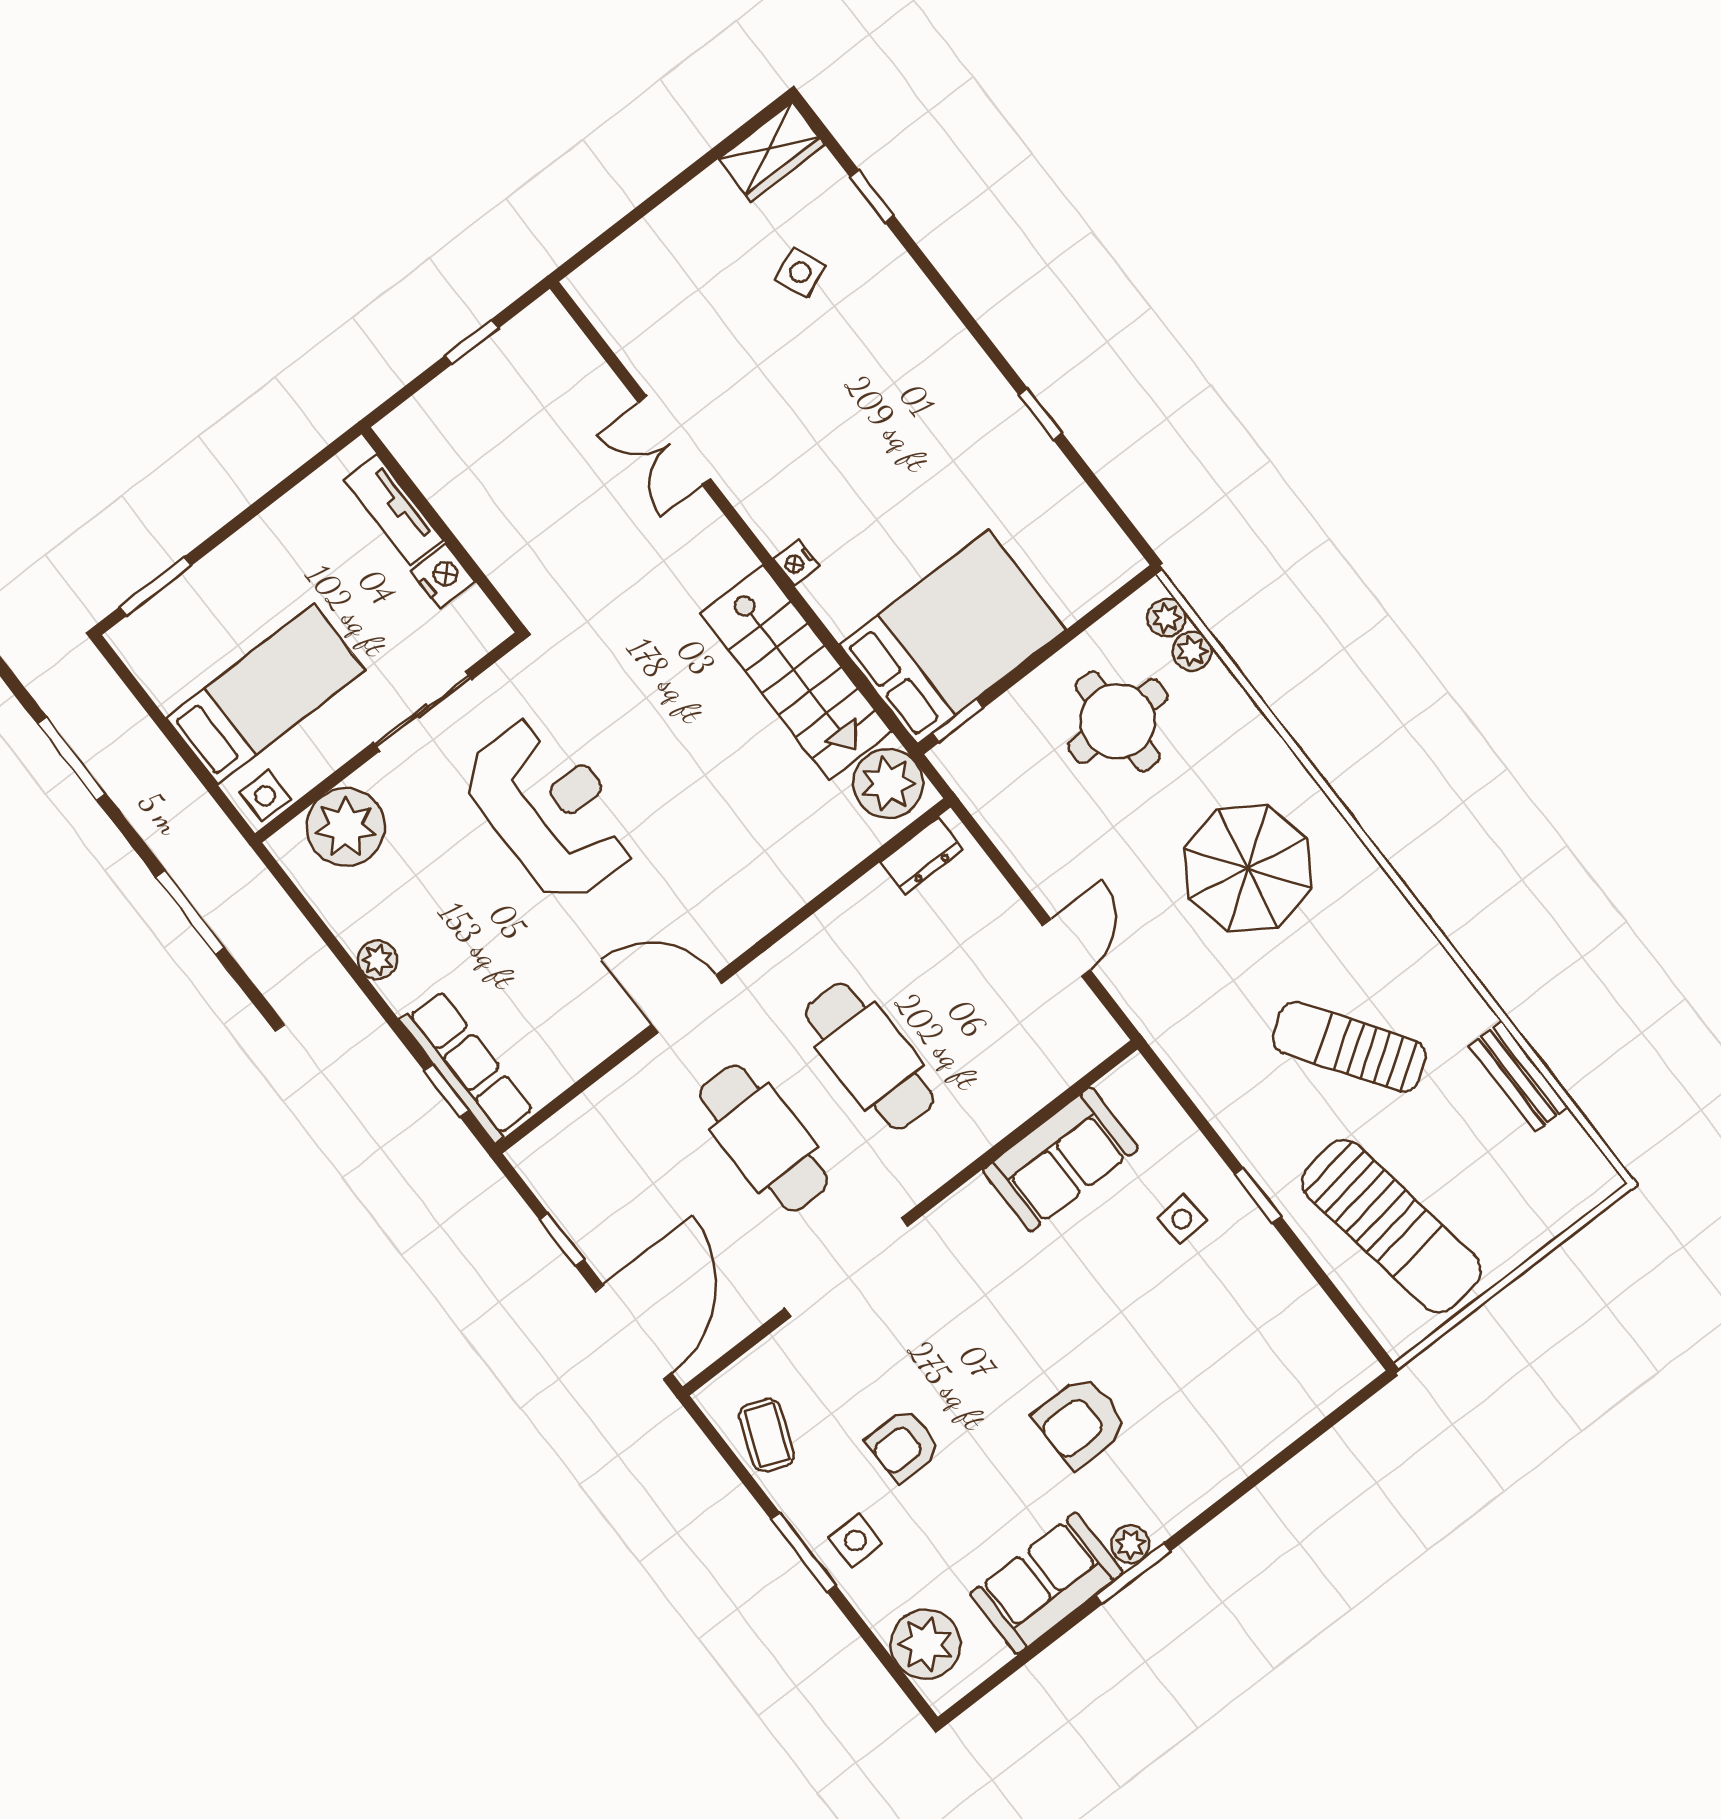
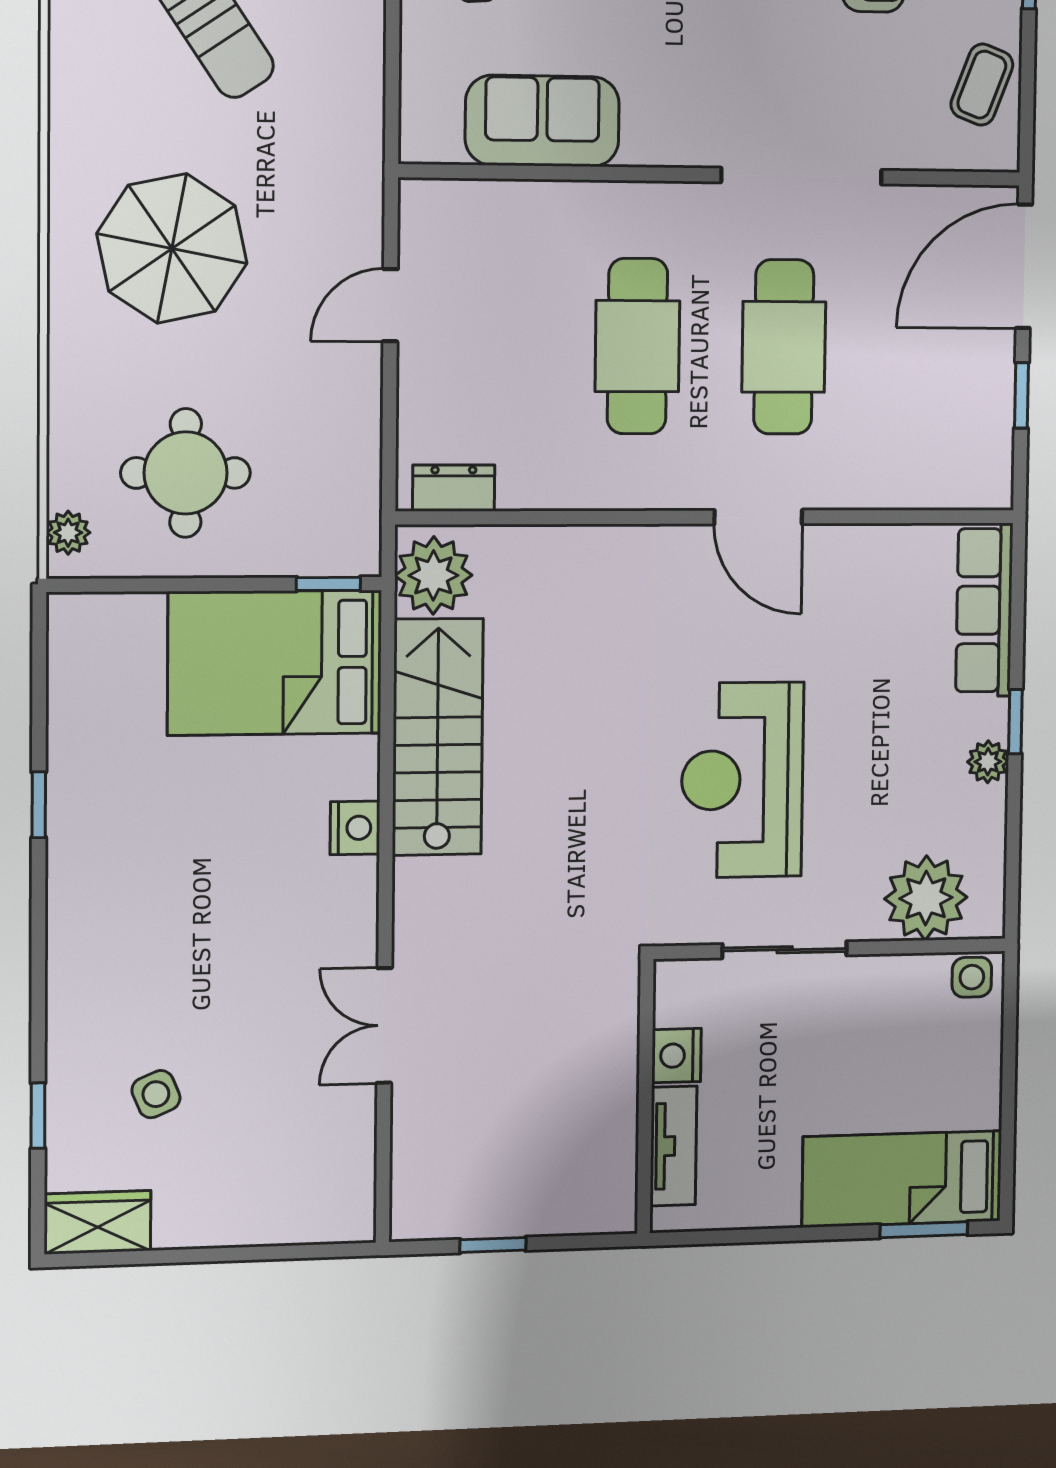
double door: (674, 441) -> (384, 1025), swing flipped
nightstand: (796, 563) -> (355, 828), width x1.39, depth x1.35
plant: (1192, 651) -> (69, 484), removed
bed: (266, 694) -> (902, 1179), moved
window: (447, 1091) -> (1015, 722), moved

